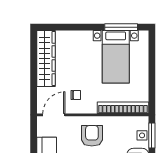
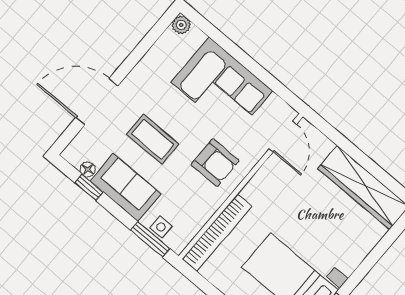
chair: (76, 95) -> (285, 186), removed

